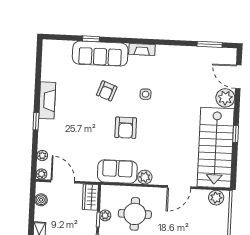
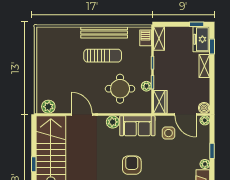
window: (36, 121) -> (212, 151), moved
plant: (42, 156) -> (205, 164), moved
side table: (83, 162) -> (169, 133), added
door: (179, 187) -> (82, 115), hinge flipped
boiler: (41, 200) -> (204, 108), moved

